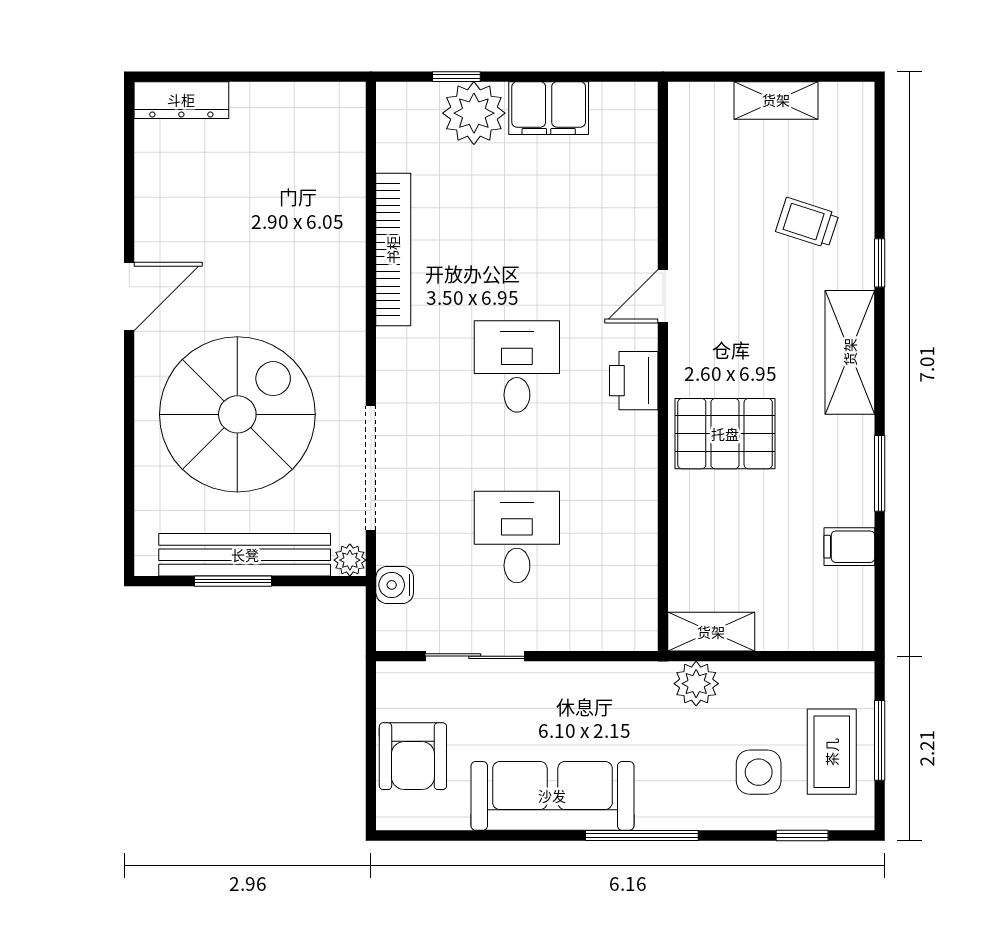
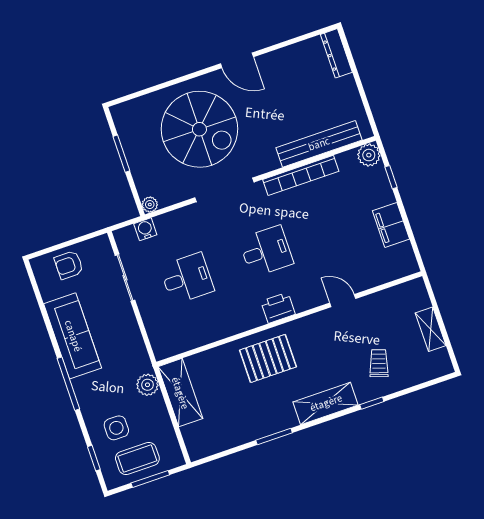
plant: (474, 113) -> (369, 155), moved, width x0.73, depth x0.73
door: (663, 296) -> (343, 301), moved
pallet: (725, 434) -> (268, 358), turned 90
doorway: (371, 468) -> (224, 190), moved
filing cabinet: (849, 547) -> (235, 434), removed
bench: (245, 555) -> (319, 144), moved, turned 90
shelving: (711, 632) -> (180, 393), width x1.50, depth x1.33
armchair: (413, 756) -> (69, 265), width x0.72, depth x0.72

